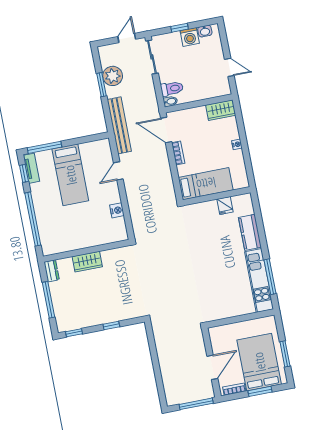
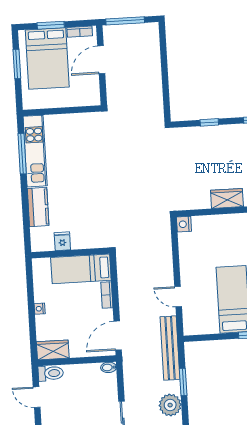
window: (102, 85) -> (183, 382), moved
toilet: (172, 89) -> (51, 373), moved, turned 180
door: (166, 130) -> (118, 336), swing flipped
bookcase: (178, 153) -> (107, 295), moved
door: (118, 171) -> (178, 297), swing flipped
nightstand: (117, 210) -> (184, 224), moved

